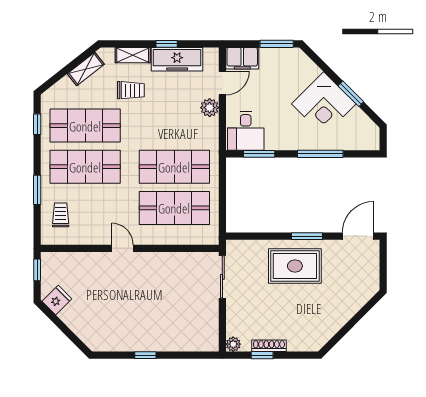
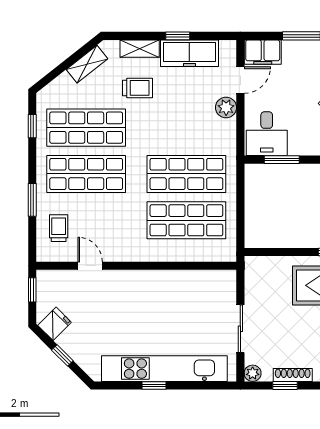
door: (122, 248) -> (90, 266), moved
sliding door: (222, 277) -> (240, 329), moved
window: (64, 328) -> (62, 355), added
kitchen unit: (155, 340) -> (164, 369), added

